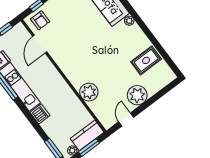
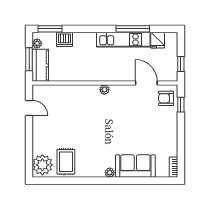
plant: (89, 92) -> (104, 90), moved, width x0.53, depth x0.53
plant: (137, 95) -> (42, 165), moved
dishwasher: (40, 114) -> (65, 39), moved

